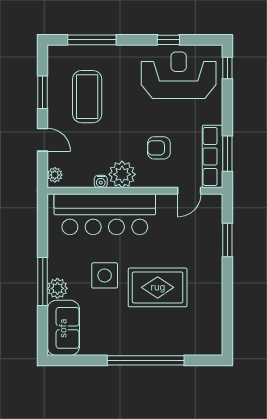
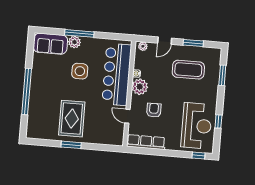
window: (92, 40) -> (222, 75), width x0.69
window: (227, 154) -> (147, 151), removed
door: (189, 191) -> (127, 116), moved
window: (227, 240) -> (71, 145), moved
rug: (158, 287) -> (72, 119), moved

